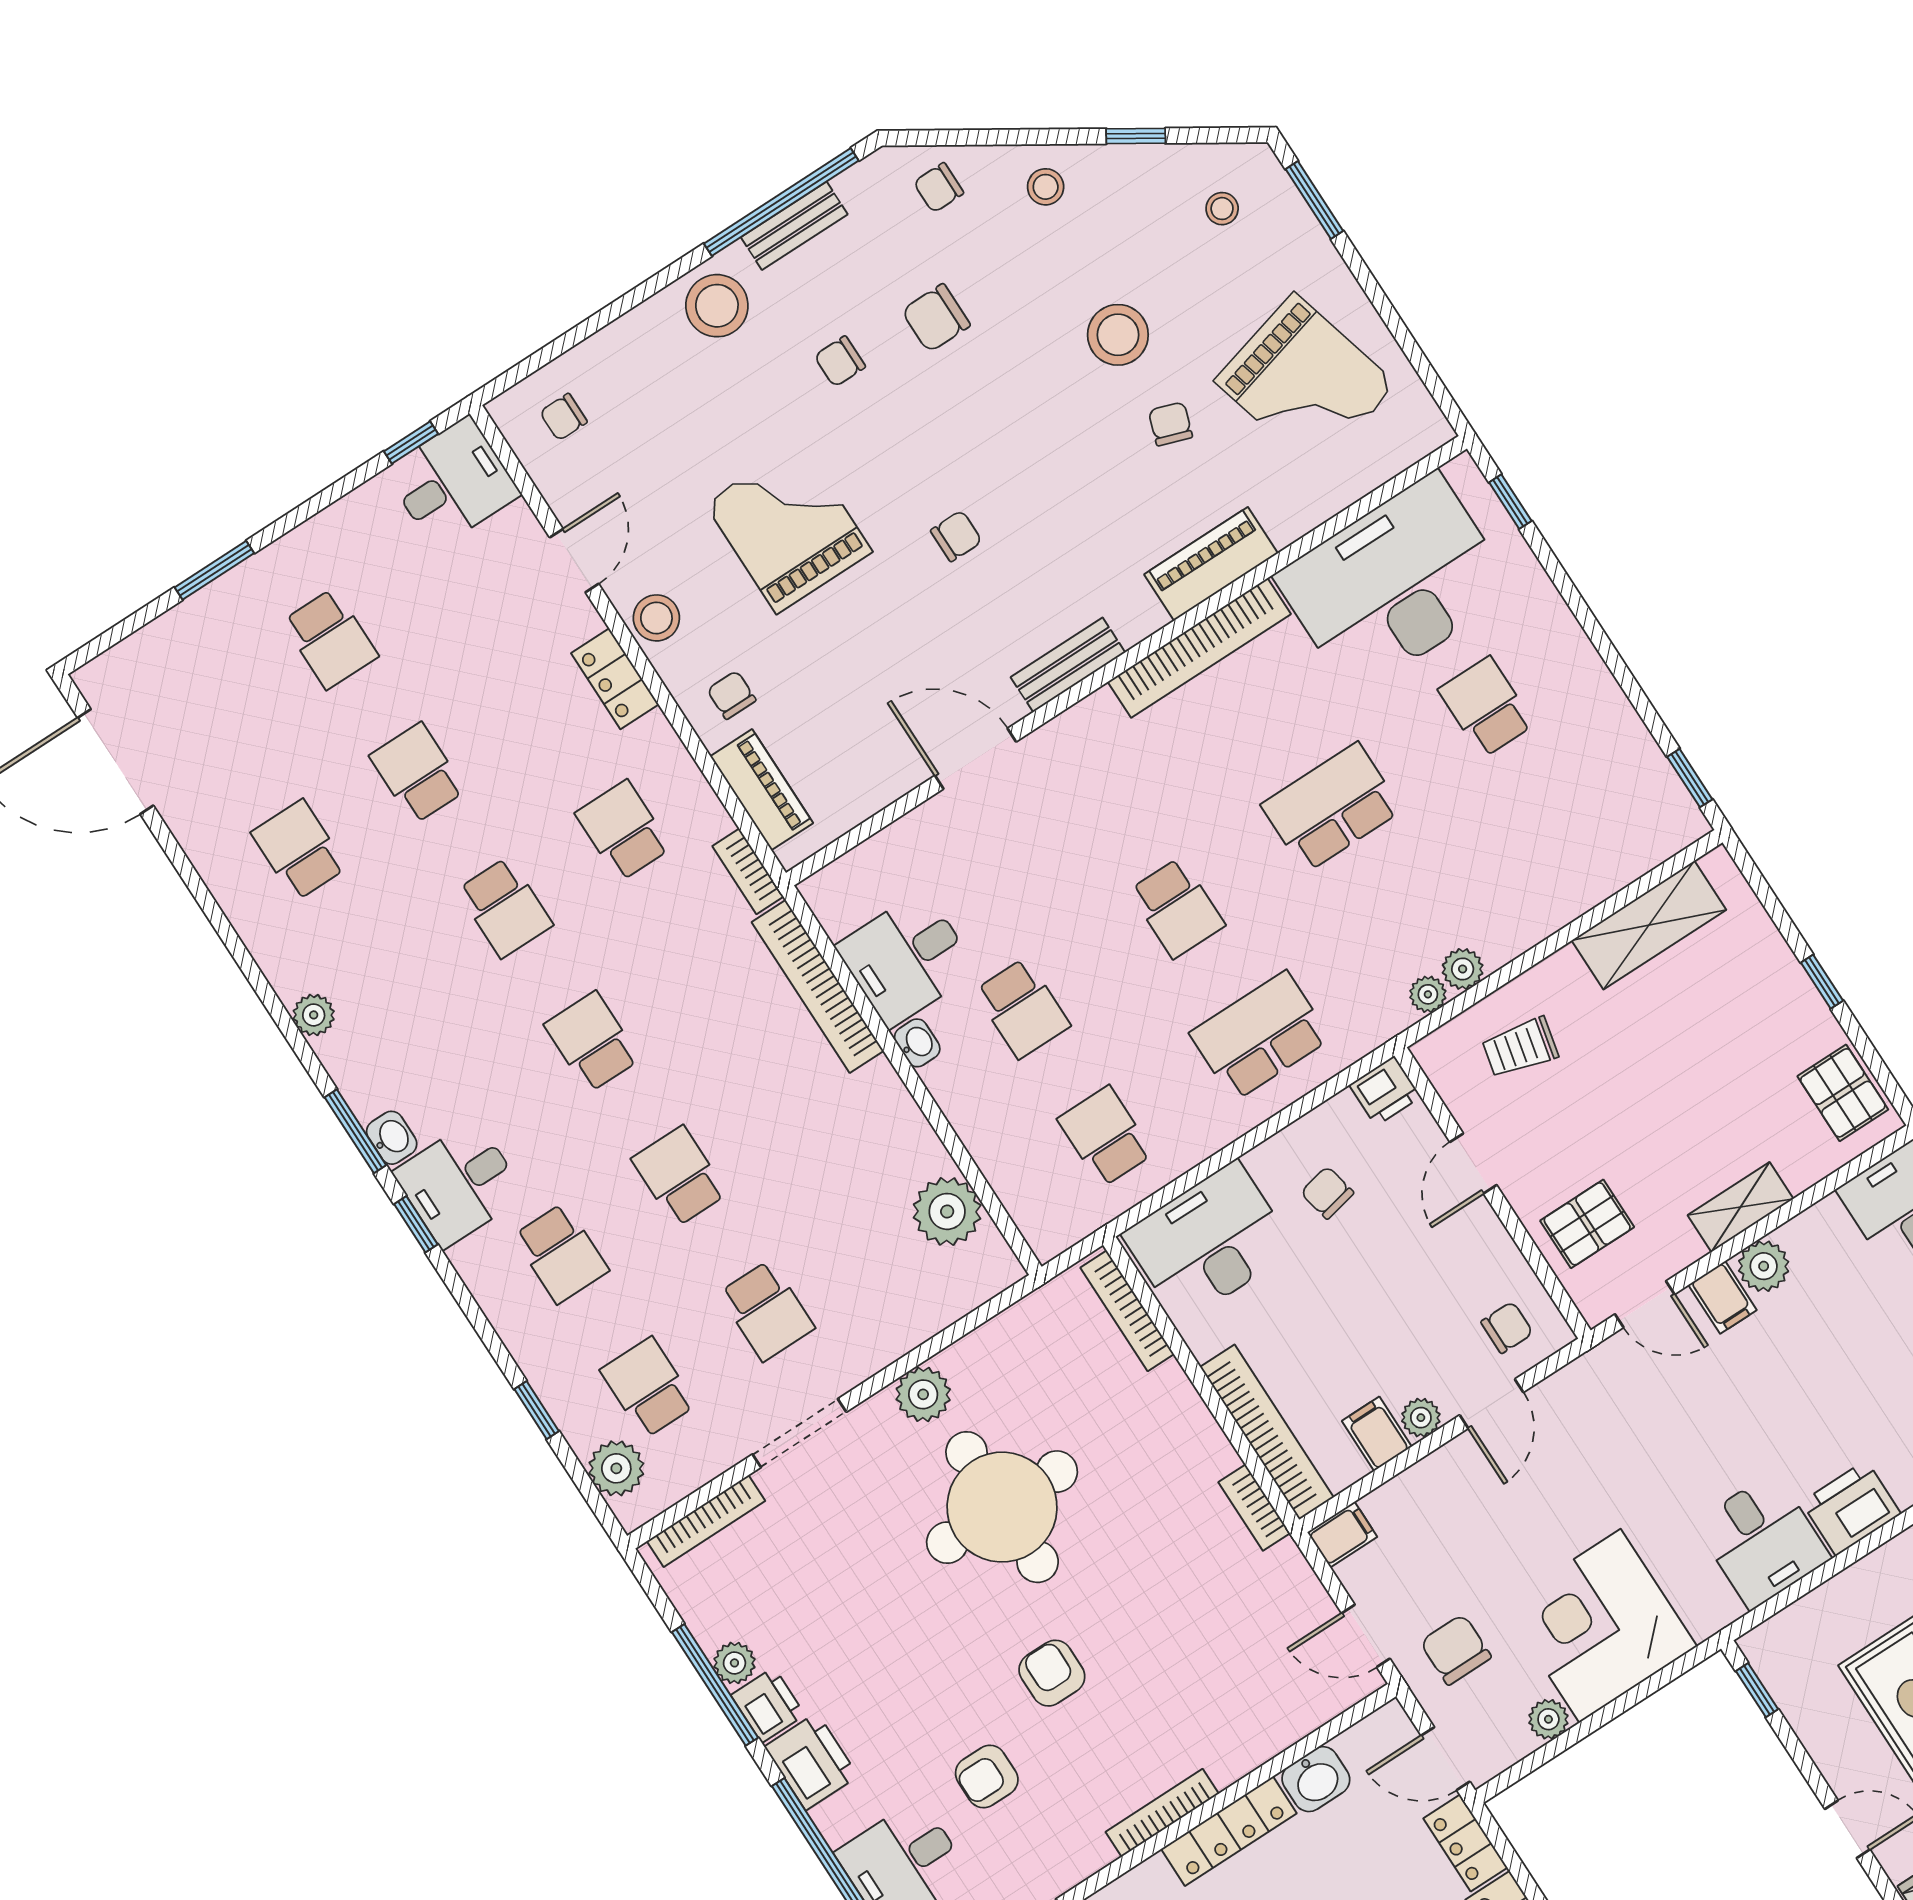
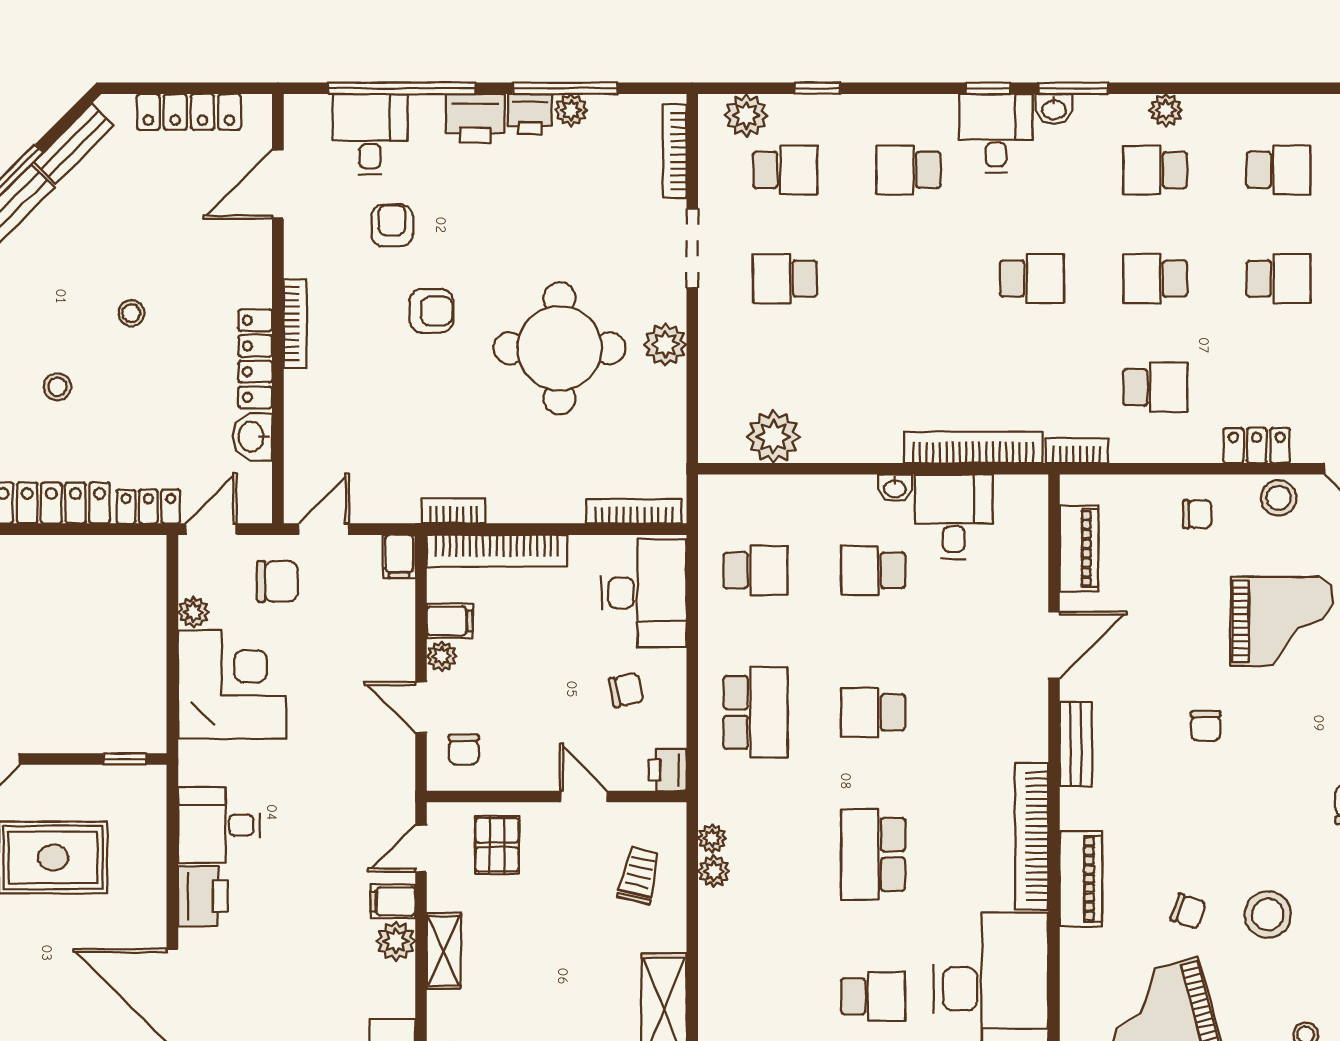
piano: (762, 790) -> (1079, 548), moved, turned -90
school desk: (1332, 807) -> (873, 854), turned 180
school desk: (679, 1176) -> (1155, 170), moved, turned 180

